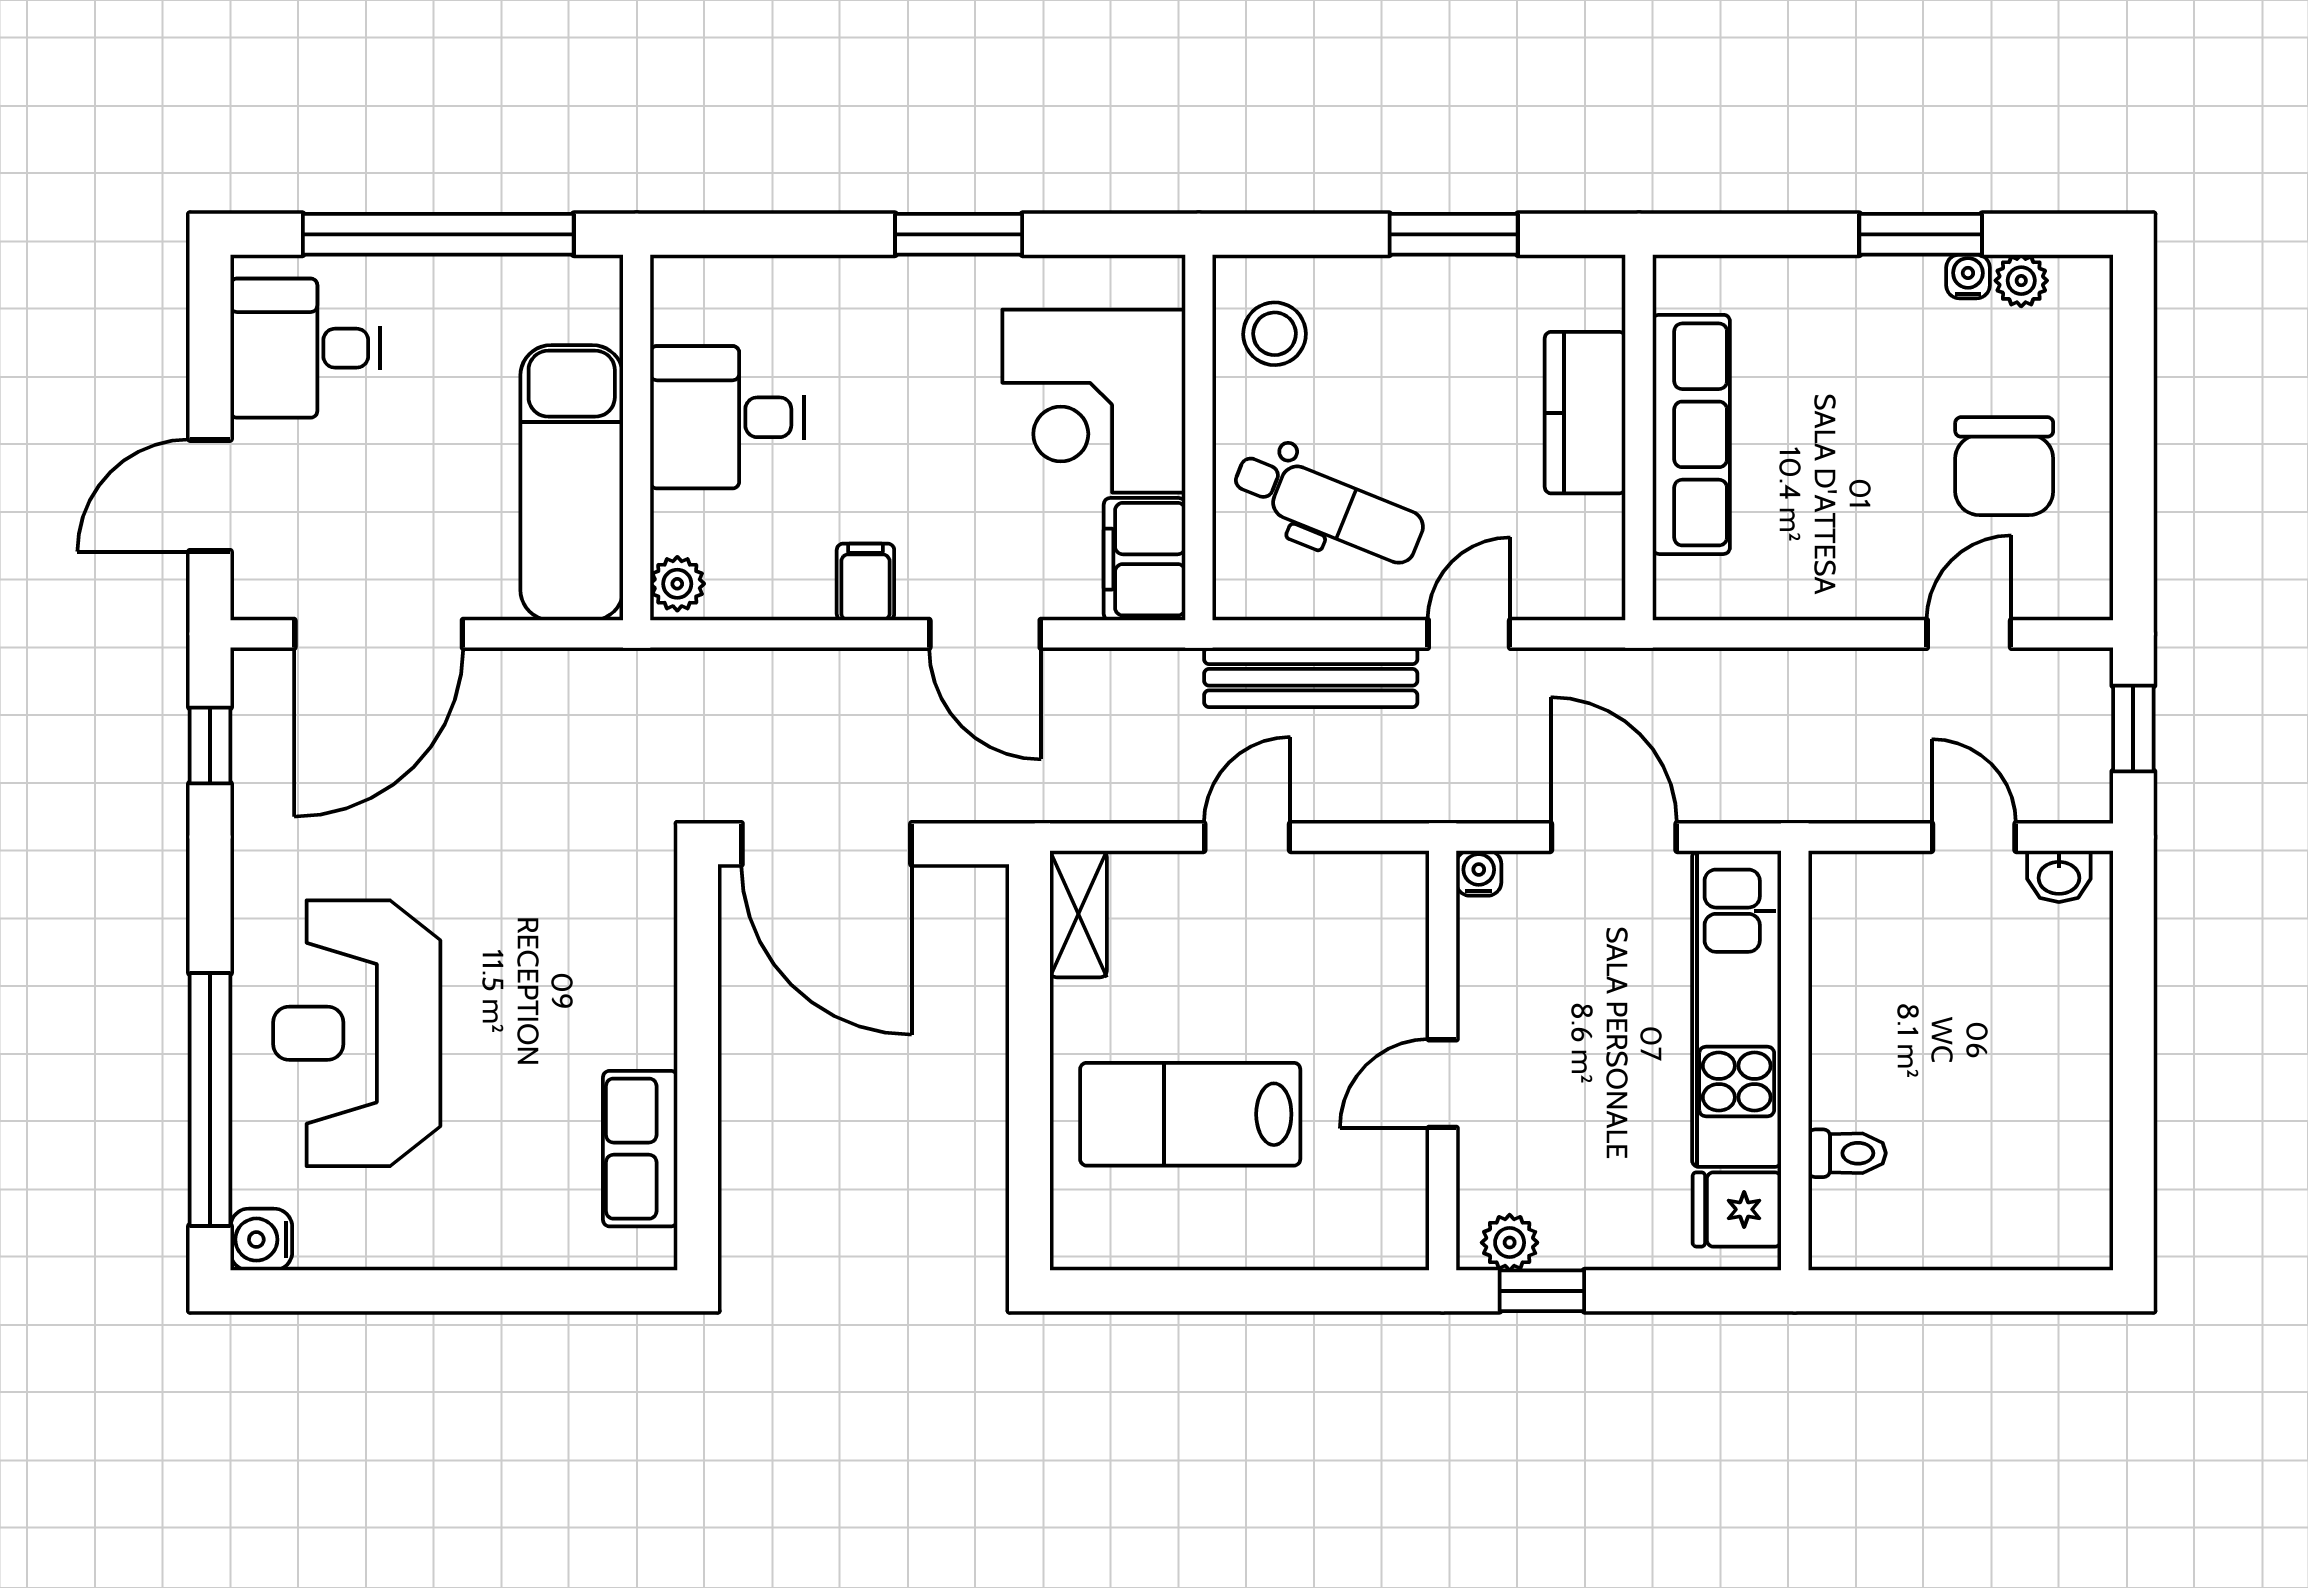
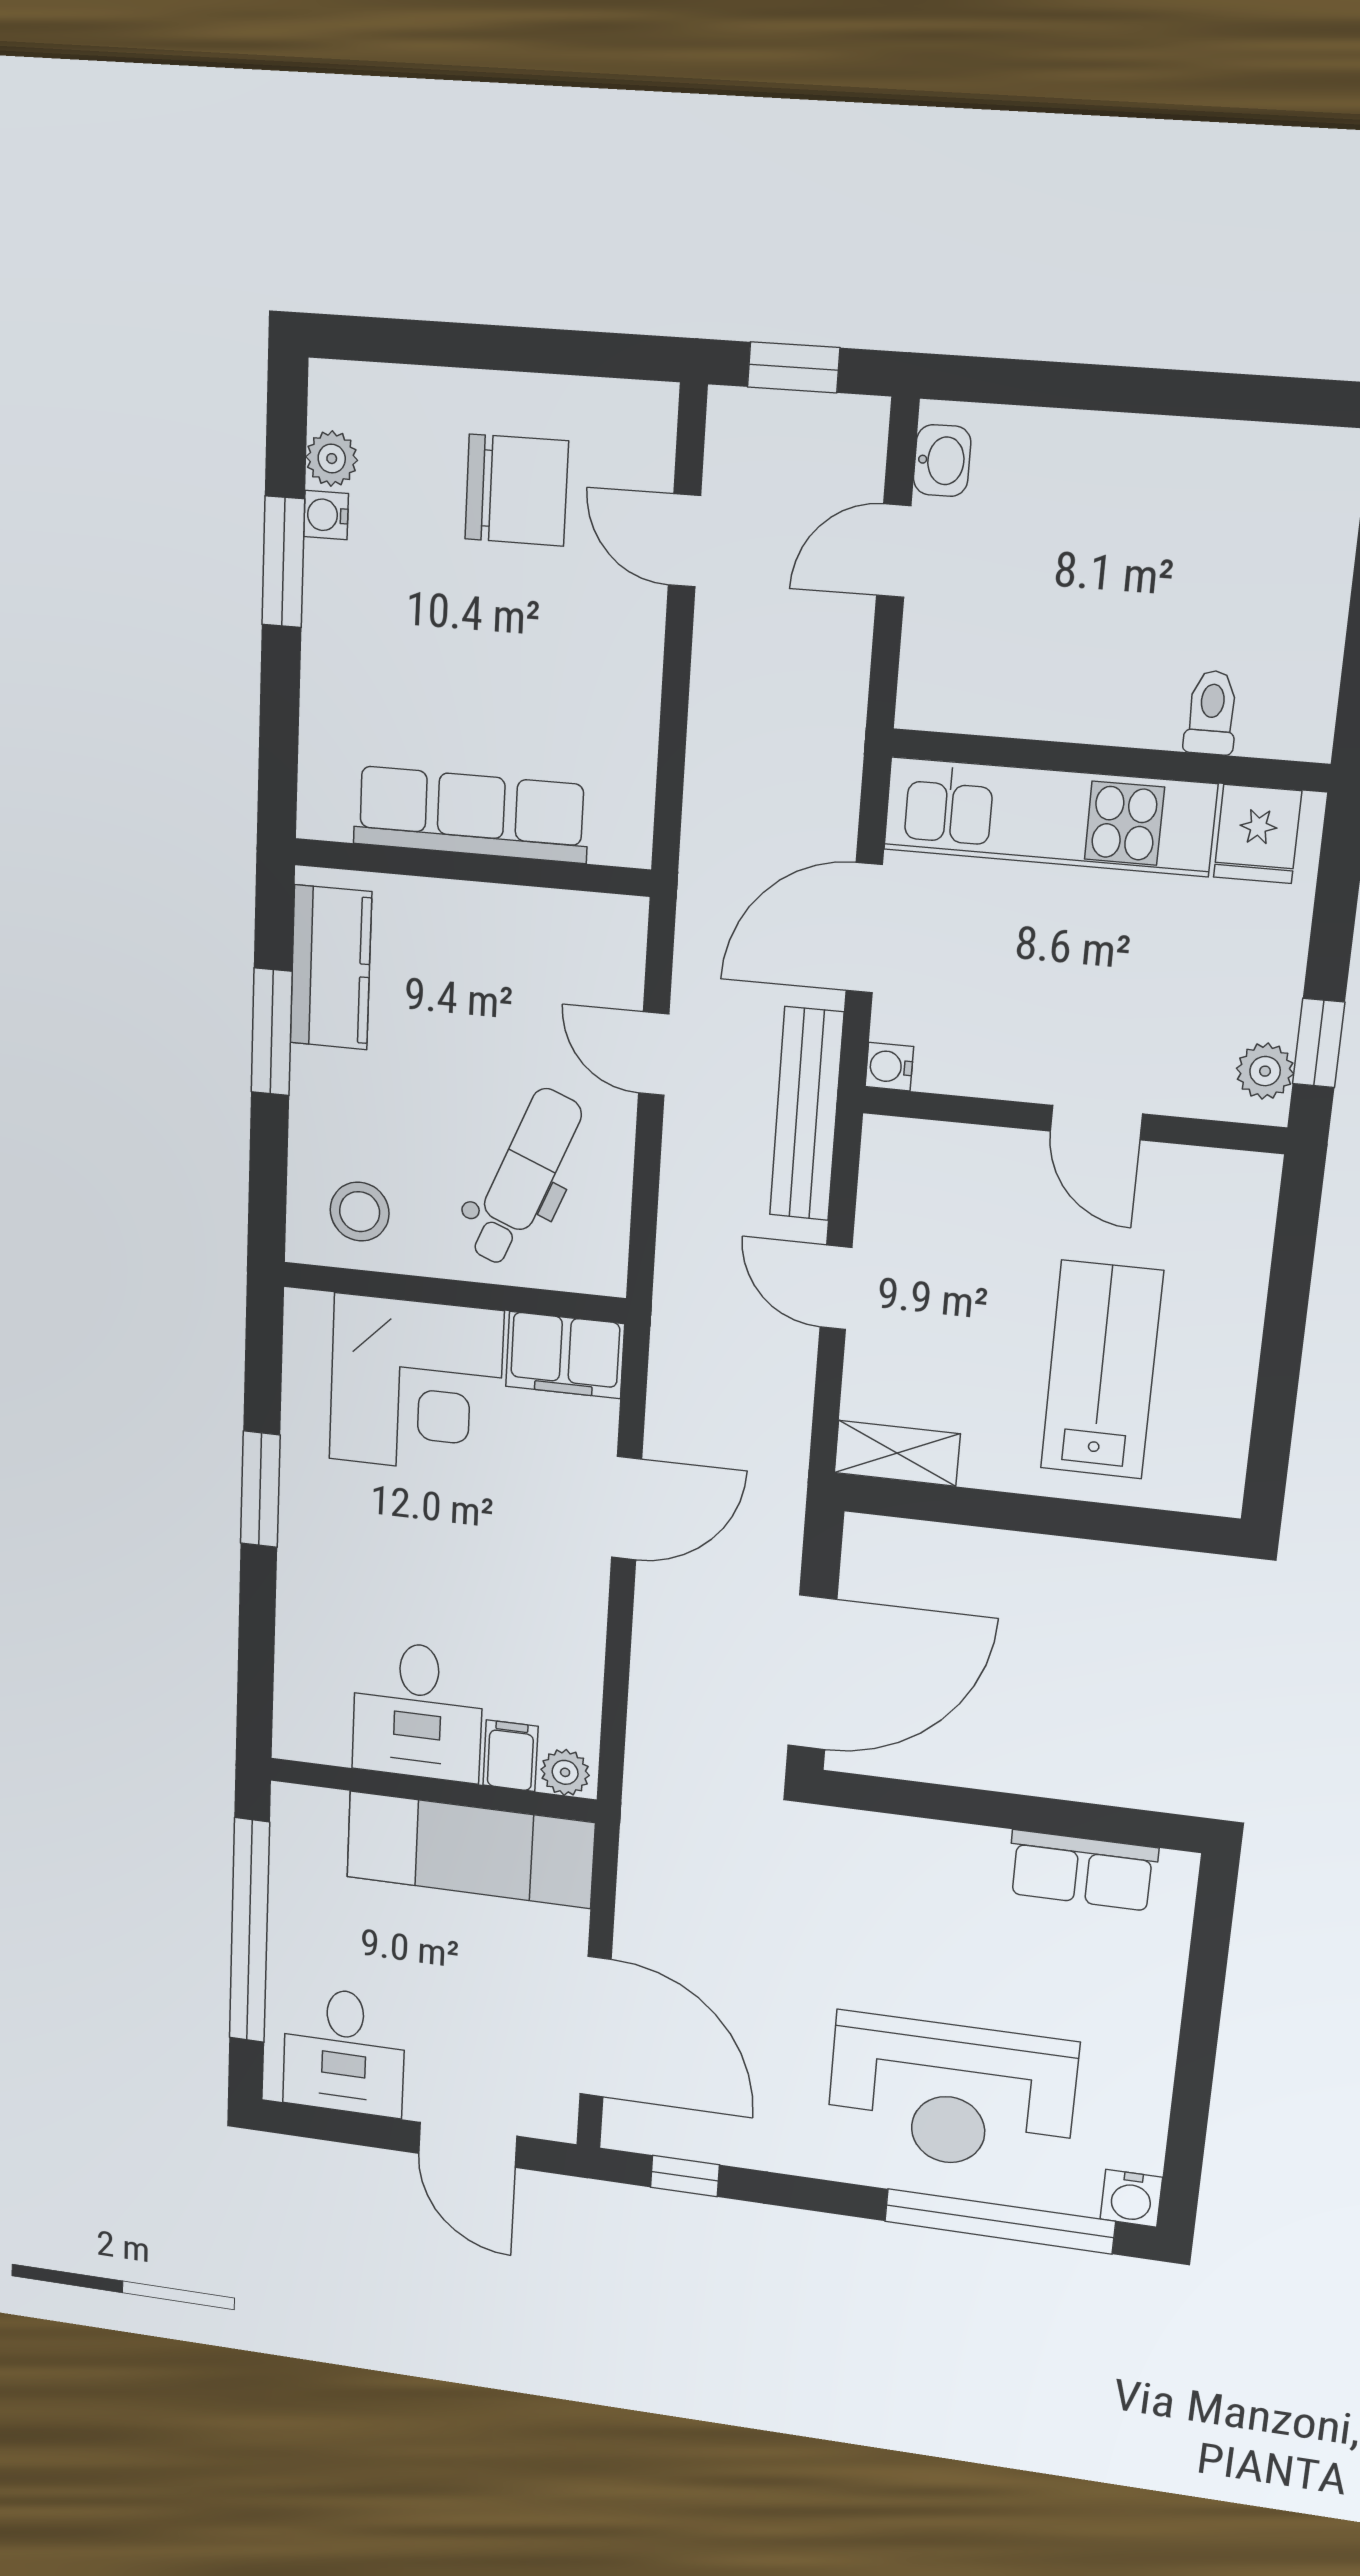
kitchen counter: (1585, 413) -> (331, 968), moved, turned -90
filing cabinet: (865, 582) -> (511, 1756), moved, turned 90
bench: (1311, 677) -> (807, 1114), moved
lab bench: (1190, 1114) -> (1102, 1370), turned 180

